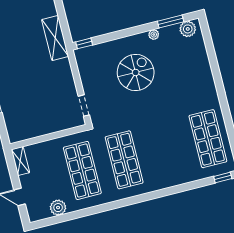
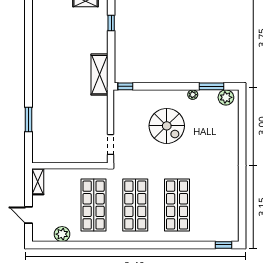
spiral stairs: (136, 72) -> (167, 126), turned 90
shop shelf: (208, 139) -> (177, 205), moved

